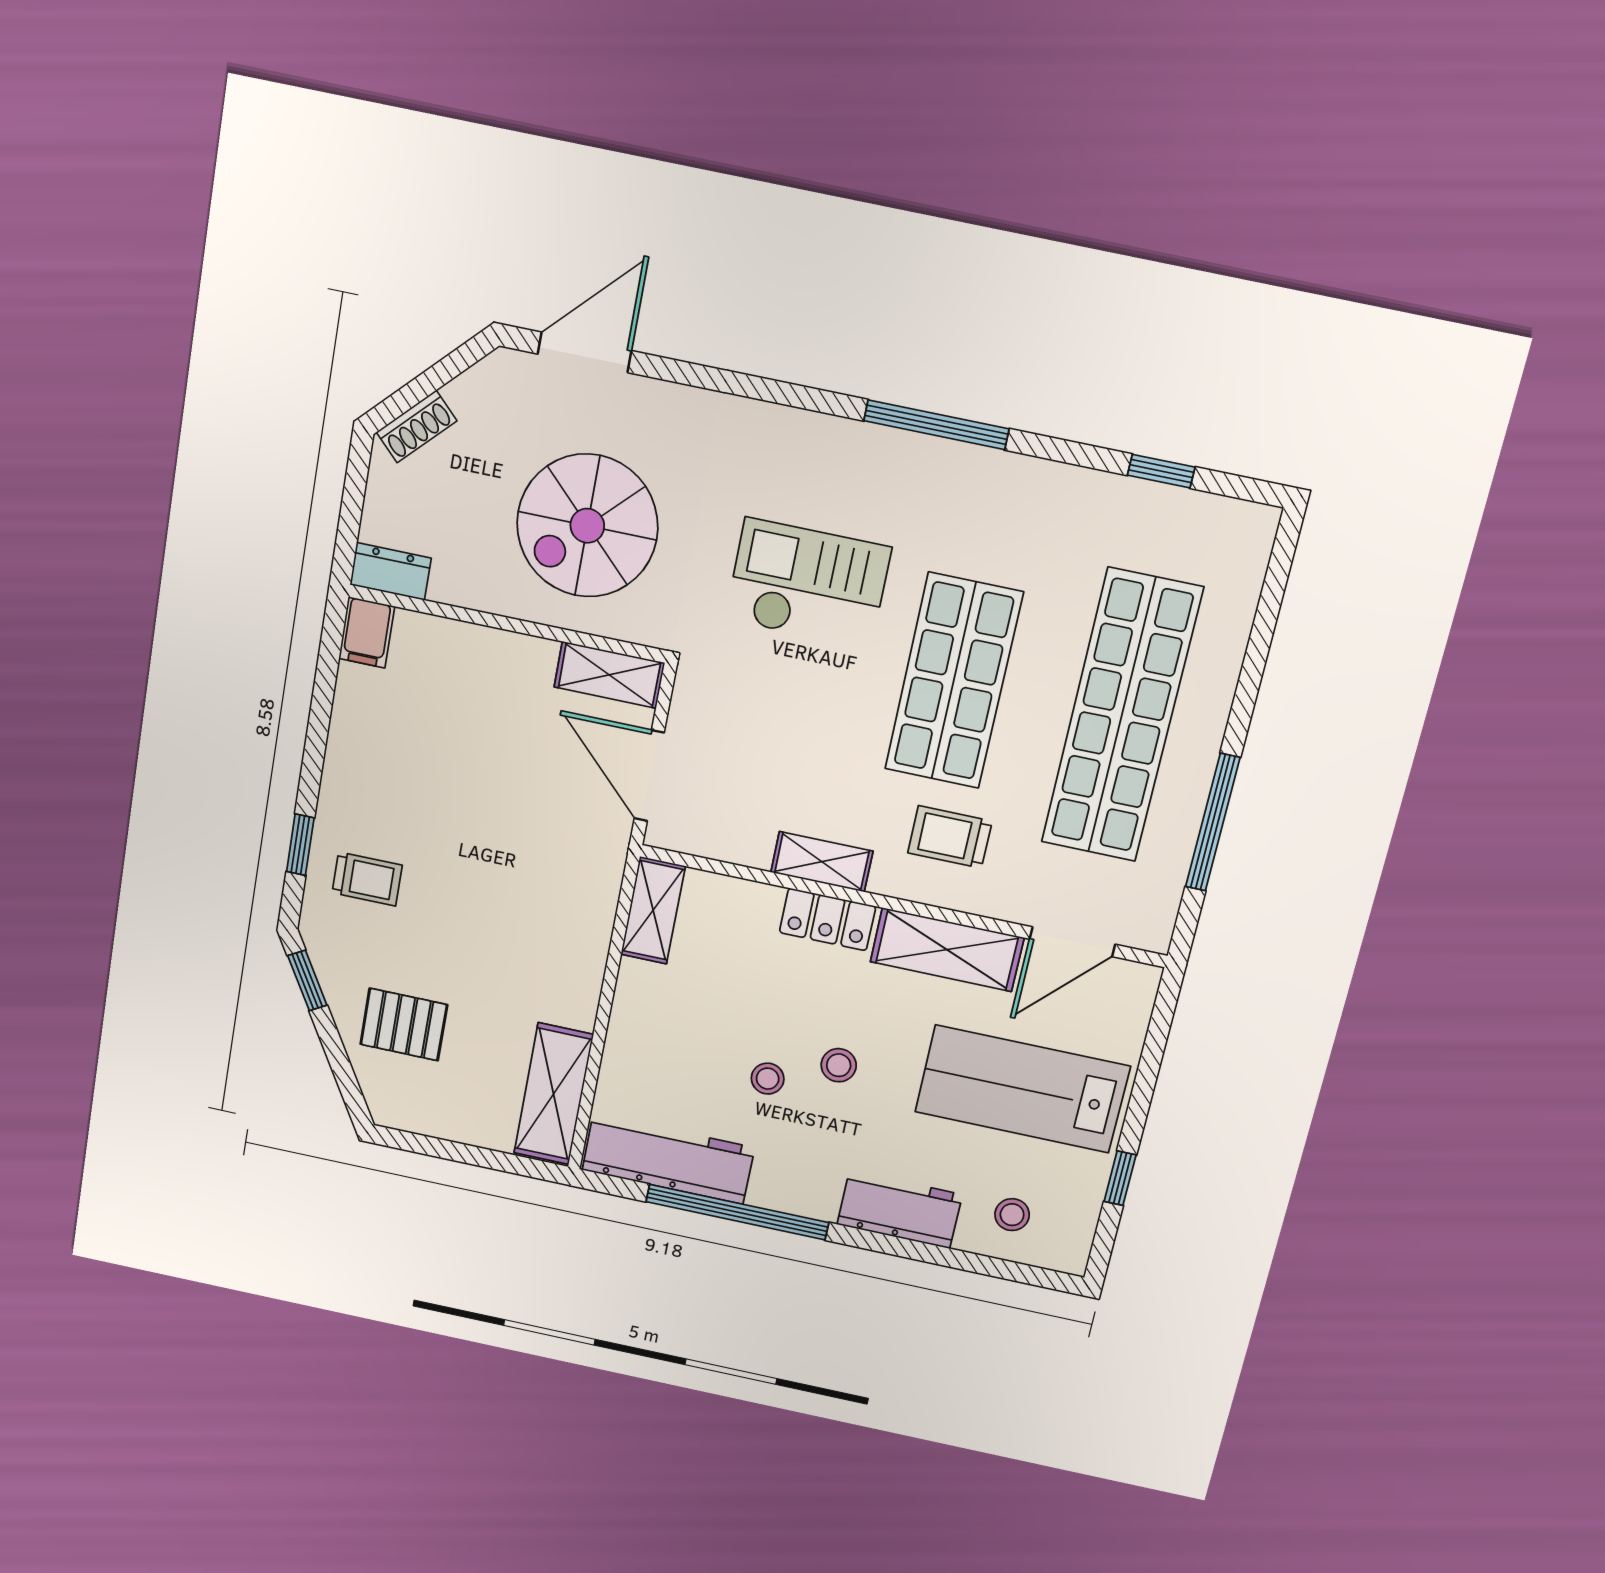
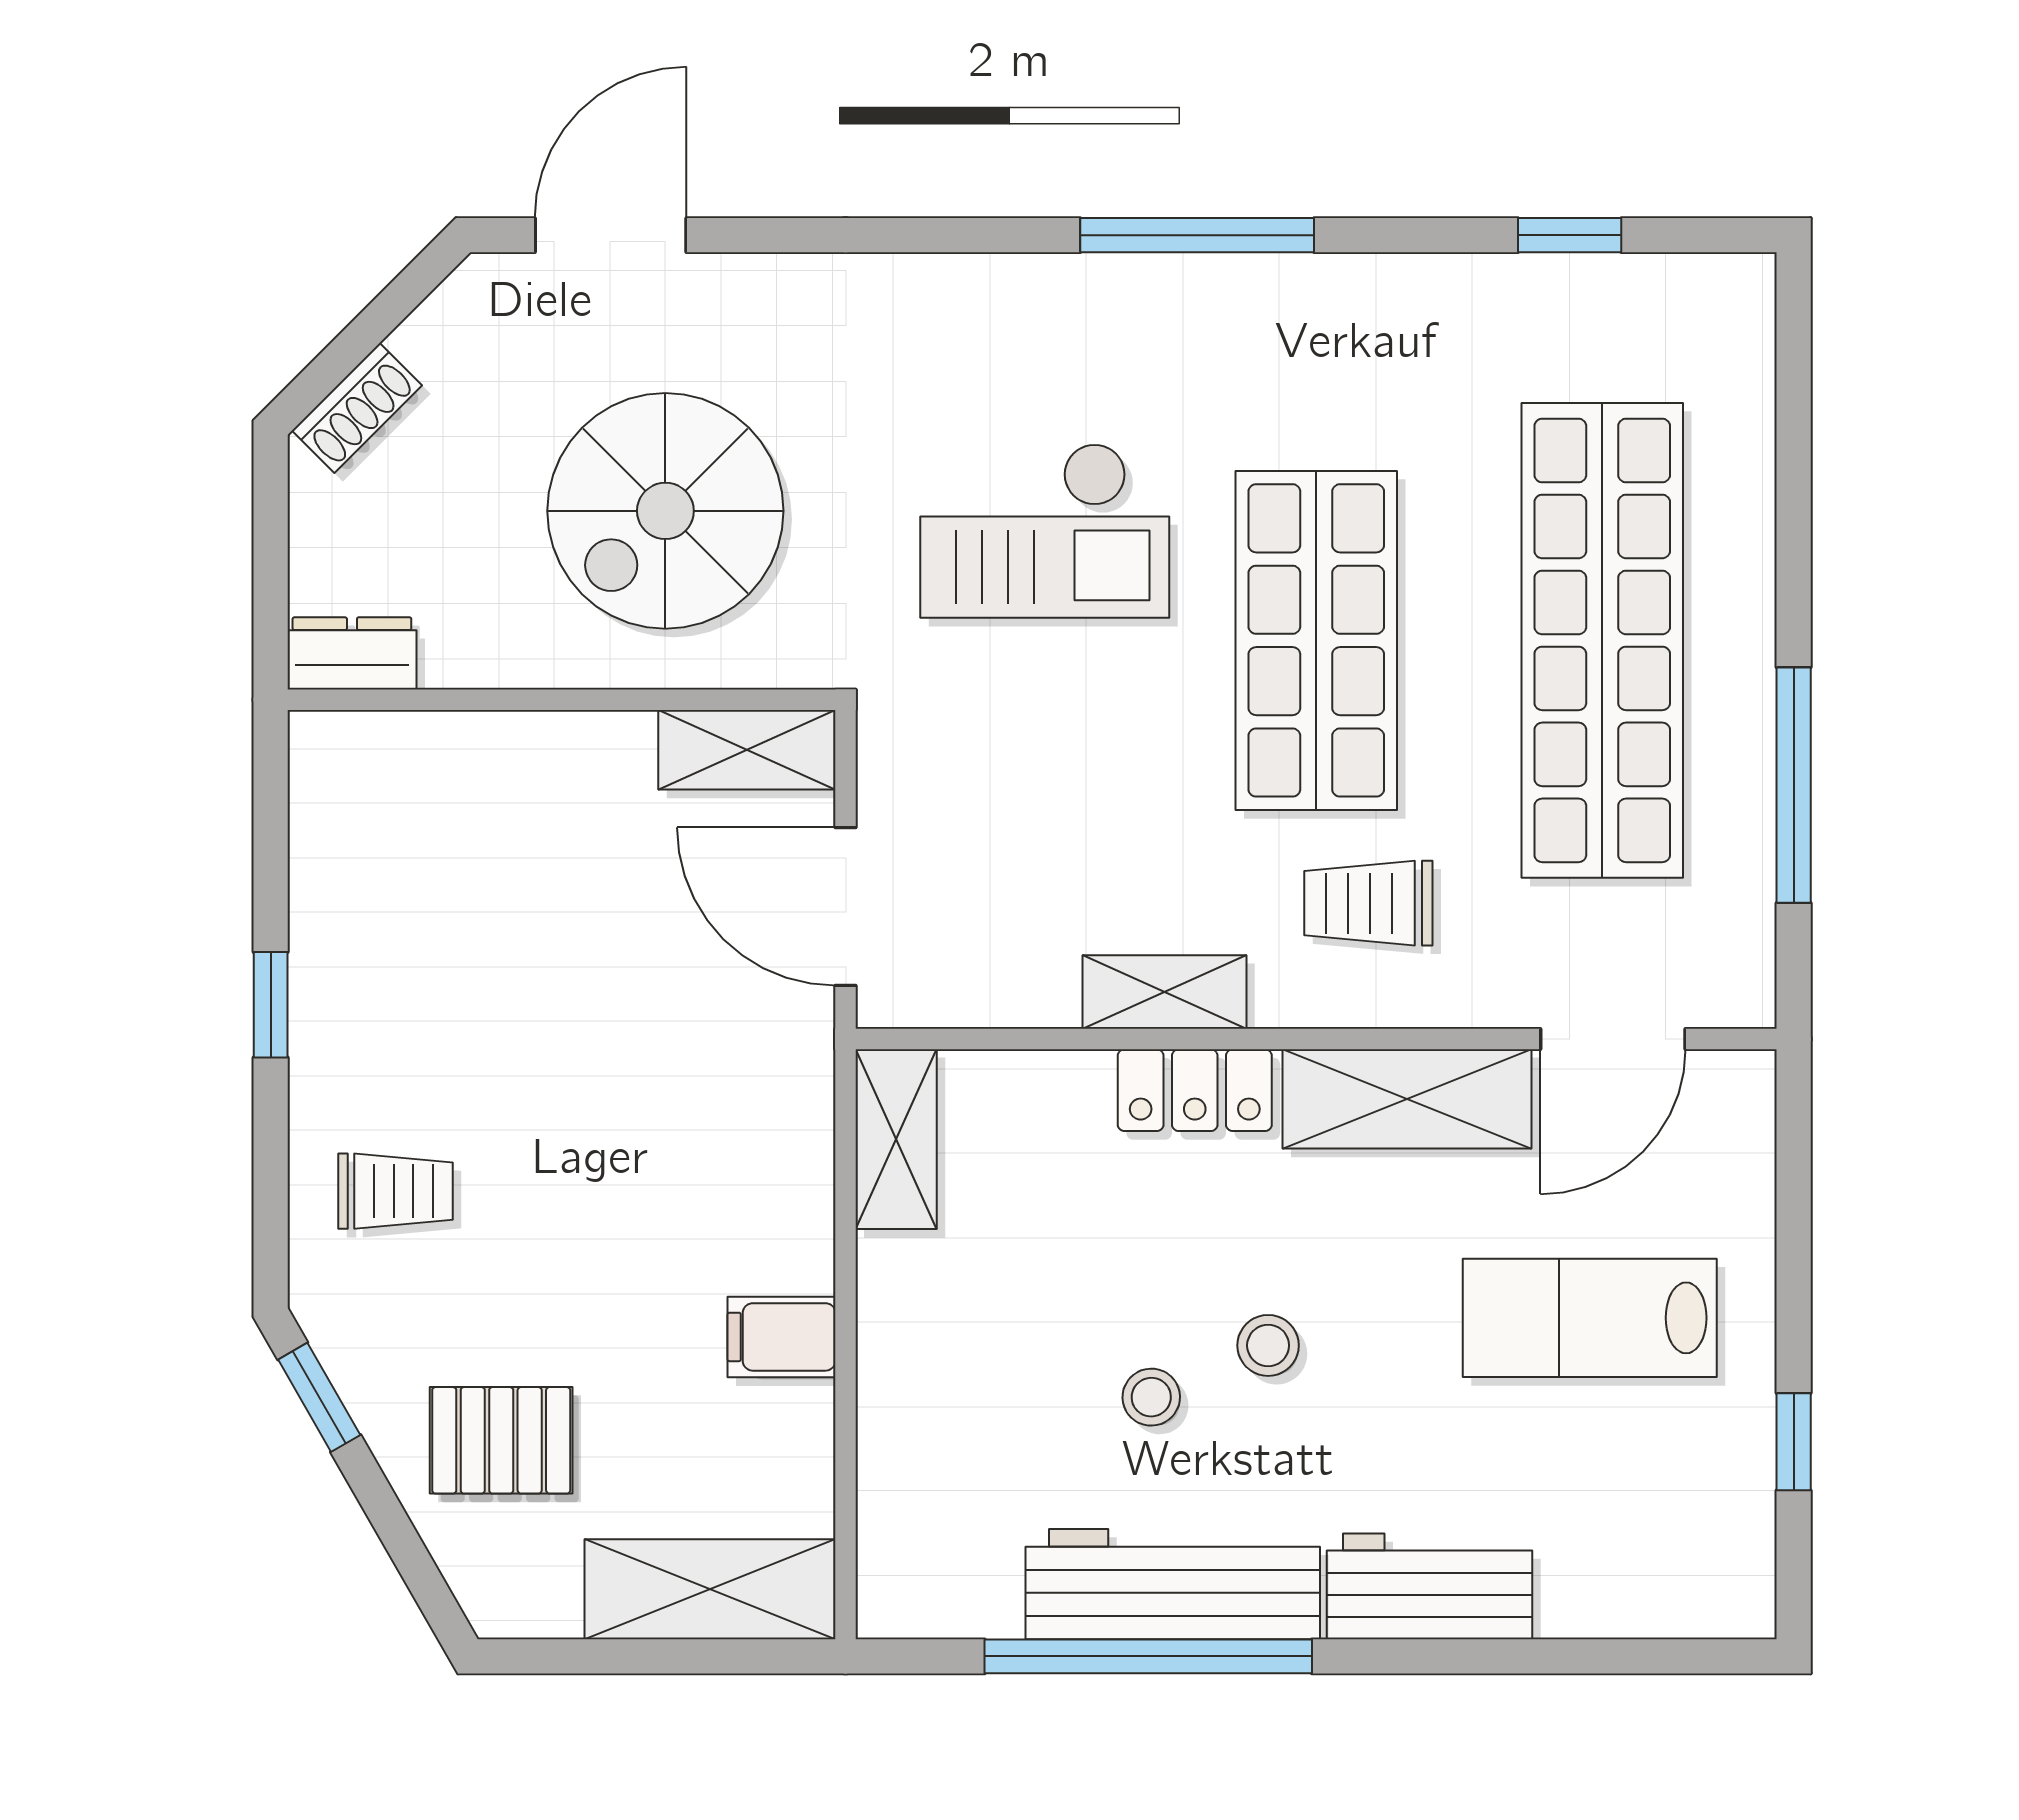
checkout: (808, 584) -> (1045, 530), turned 180
filing cabinet: (367, 632) -> (782, 1337), moved, turned 90
window: (300, 845) -> (271, 1005), moved
lab bench: (1022, 1089) -> (1590, 1318), width x0.73, depth x0.72
shelving: (554, 1094) -> (710, 1589), moved, turned 90
workbench: (668, 1159) -> (1173, 1584), moved
stool: (1012, 1215) -> (1625, 1551), removed

